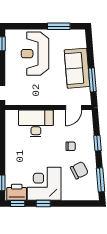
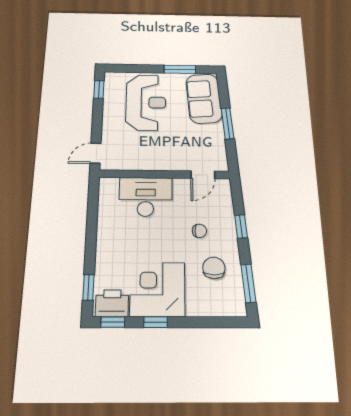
reception desk: (35, 54) -> (146, 102), turned 180
sofa: (77, 68) -> (204, 99), moved
window: (92, 80) -> (228, 123), moved
chair: (79, 170) -> (214, 268), turned -63

